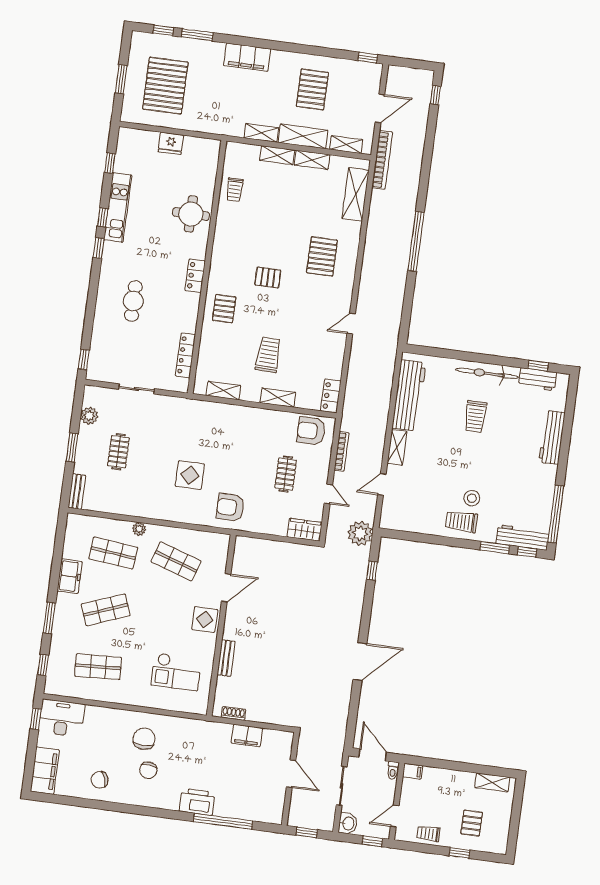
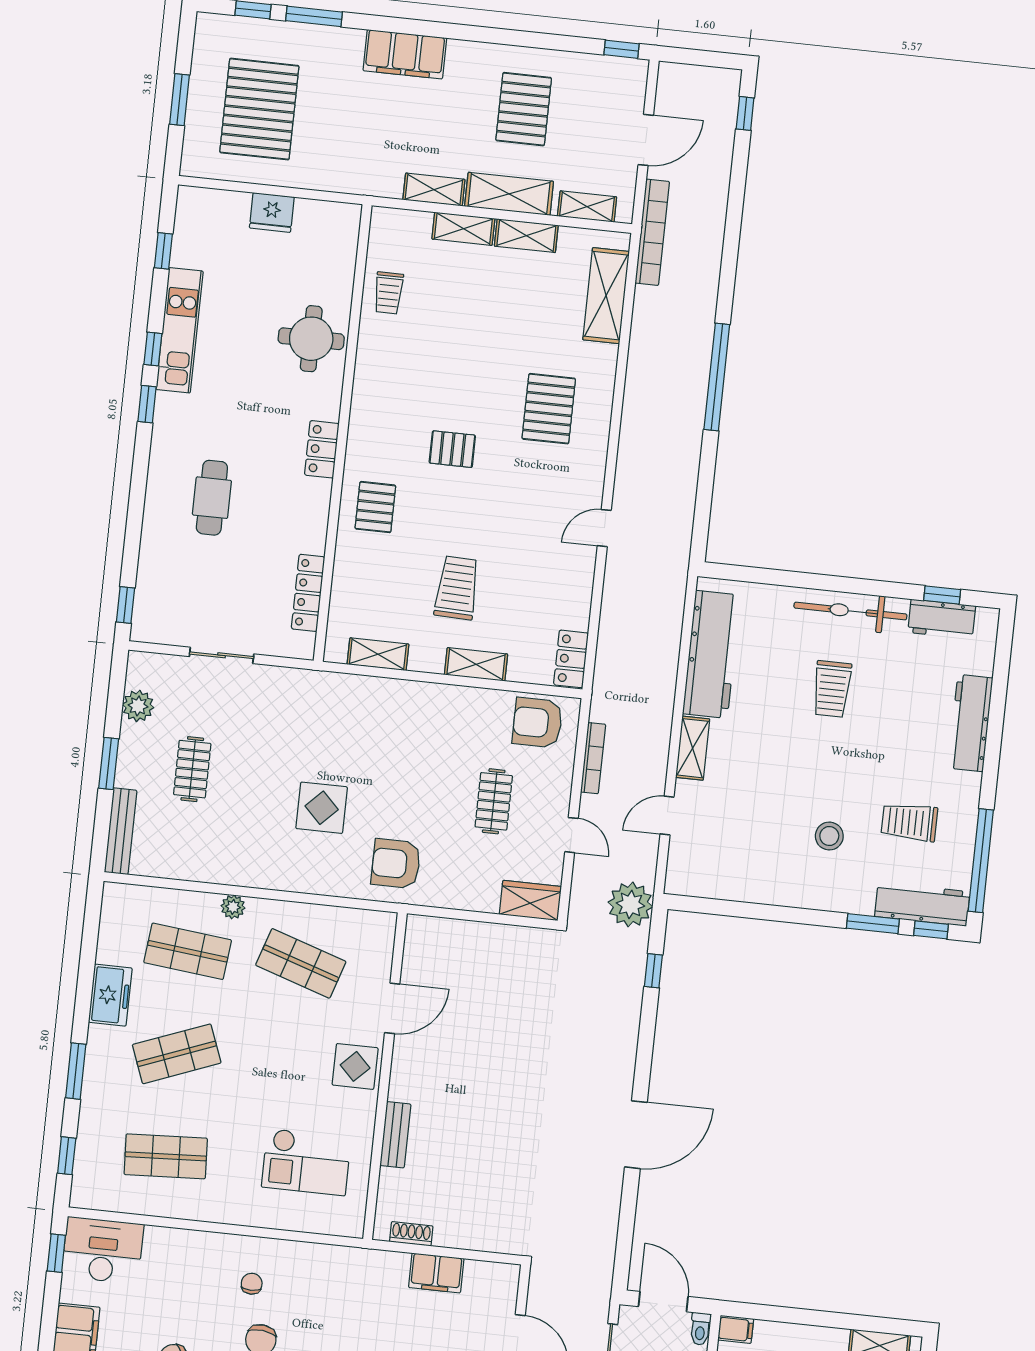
bench: (77, 491) -> (121, 831), width x1.36
trolley: (461, 522) -> (909, 822), moved
chair: (144, 739) -> (252, 1284), width x0.54, depth x0.54

